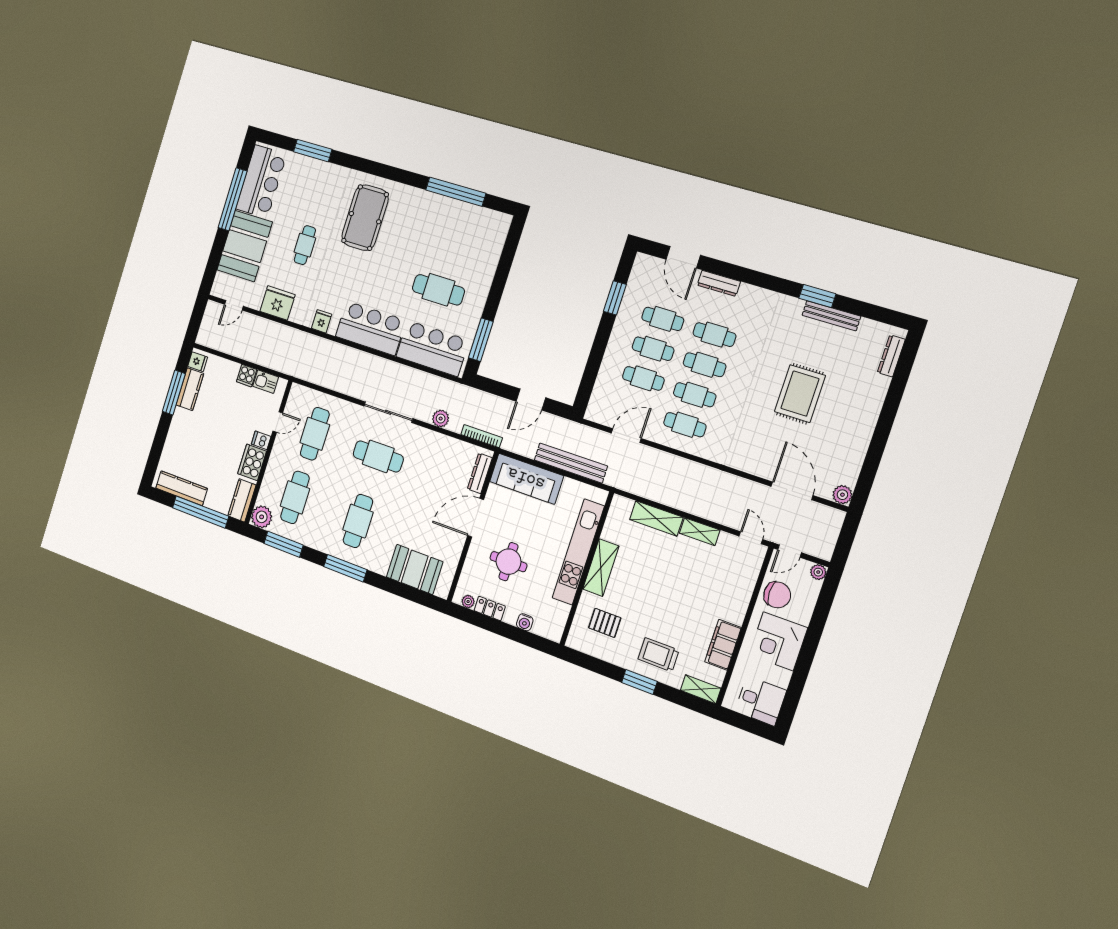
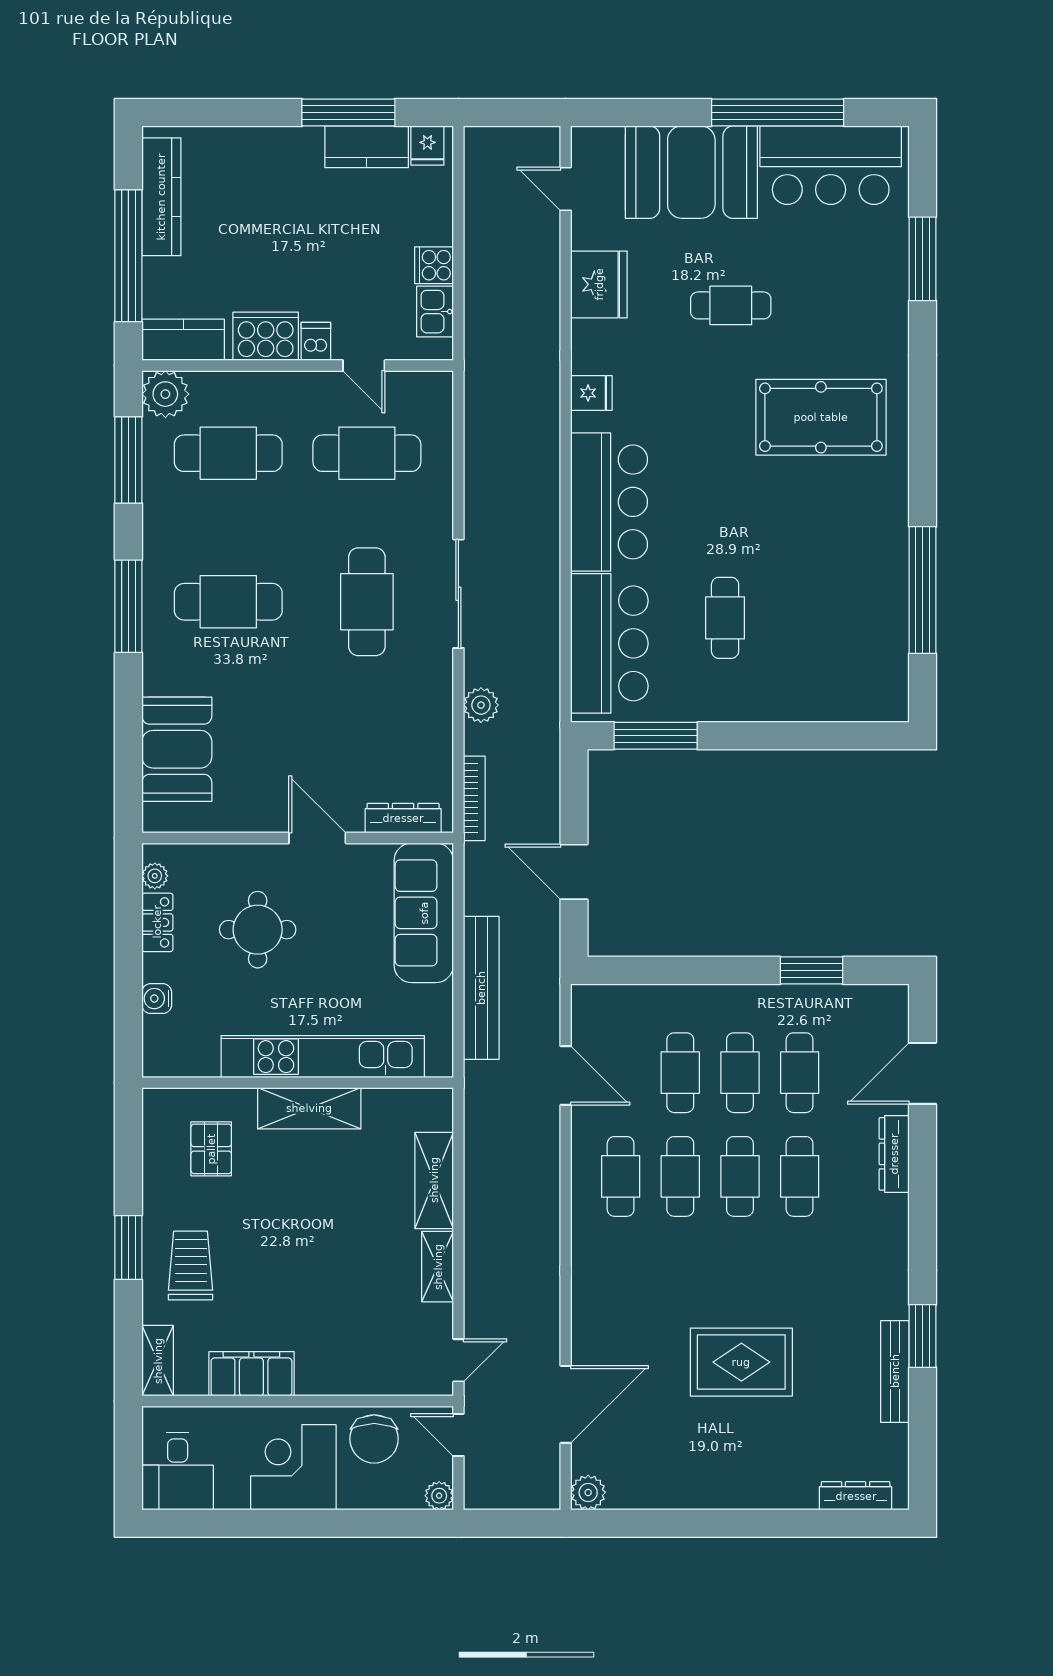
cafe table: (438, 290) -> (725, 618), width x0.73, depth x0.74
door: (476, 518) -> (317, 838), width x0.73

